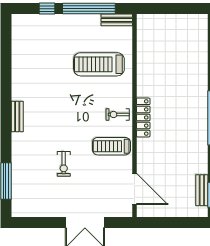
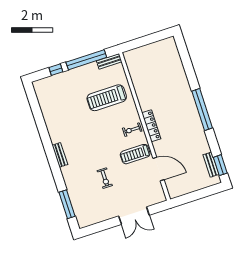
door: (134, 189) -> (158, 169), moved

